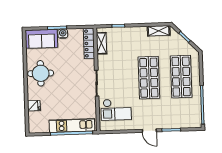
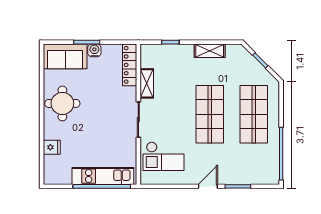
shelving: (159, 31) -> (210, 51), moved
shelving: (101, 43) -> (147, 83), moved
door: (149, 131) -> (208, 186), swing flipped

